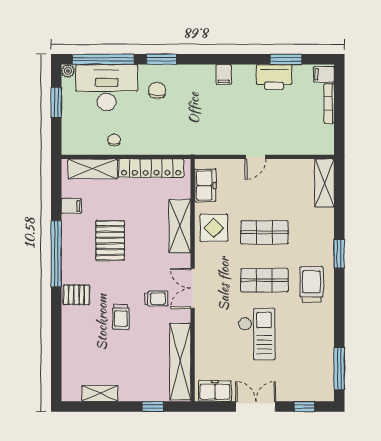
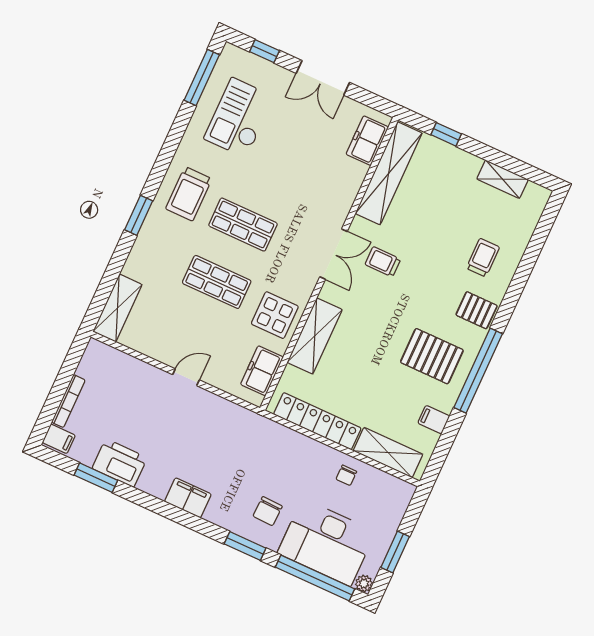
filing cabinet: (224, 74) -> (188, 498), width x2.00
pallet: (110, 241) -> (432, 356), moved, turned 90
trolley: (121, 317) -> (483, 258), moved
checkout: (257, 334) -> (239, 118), moved
freezer: (215, 391) -> (367, 141), moved, turned 90

